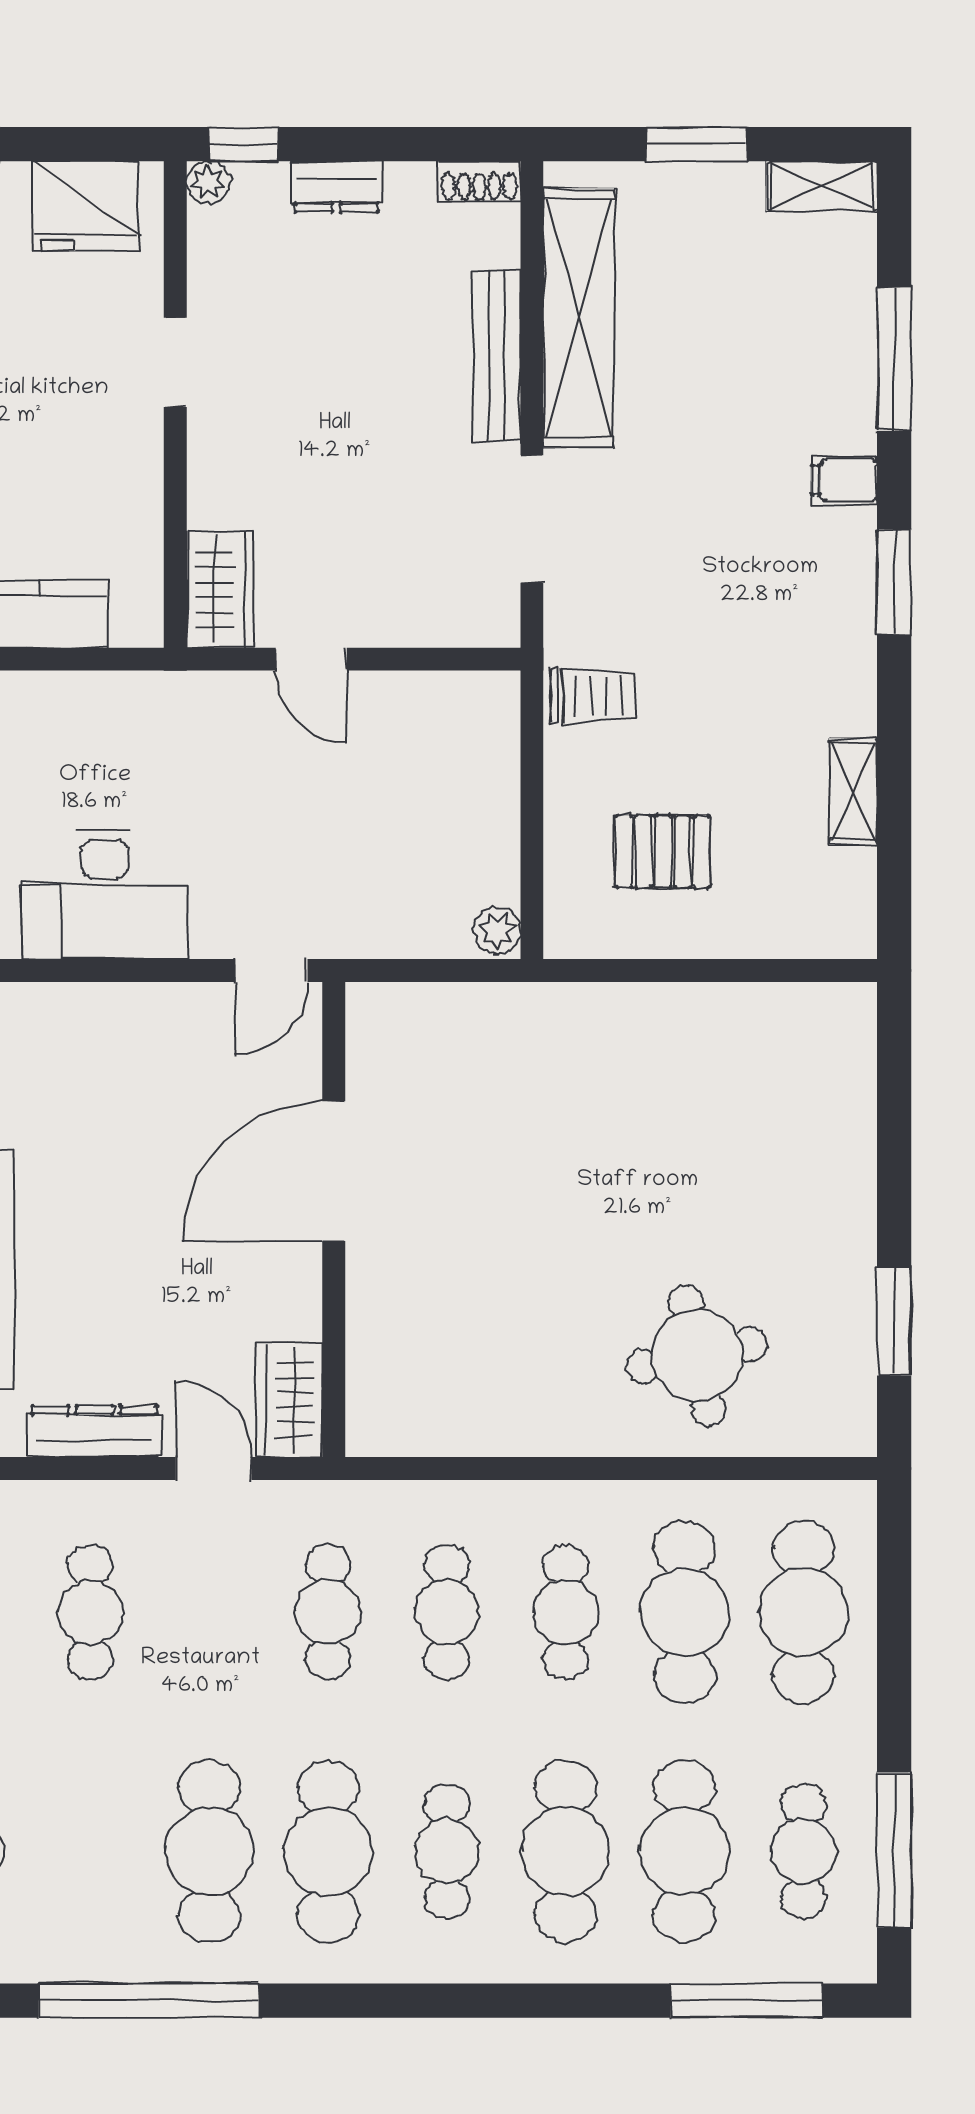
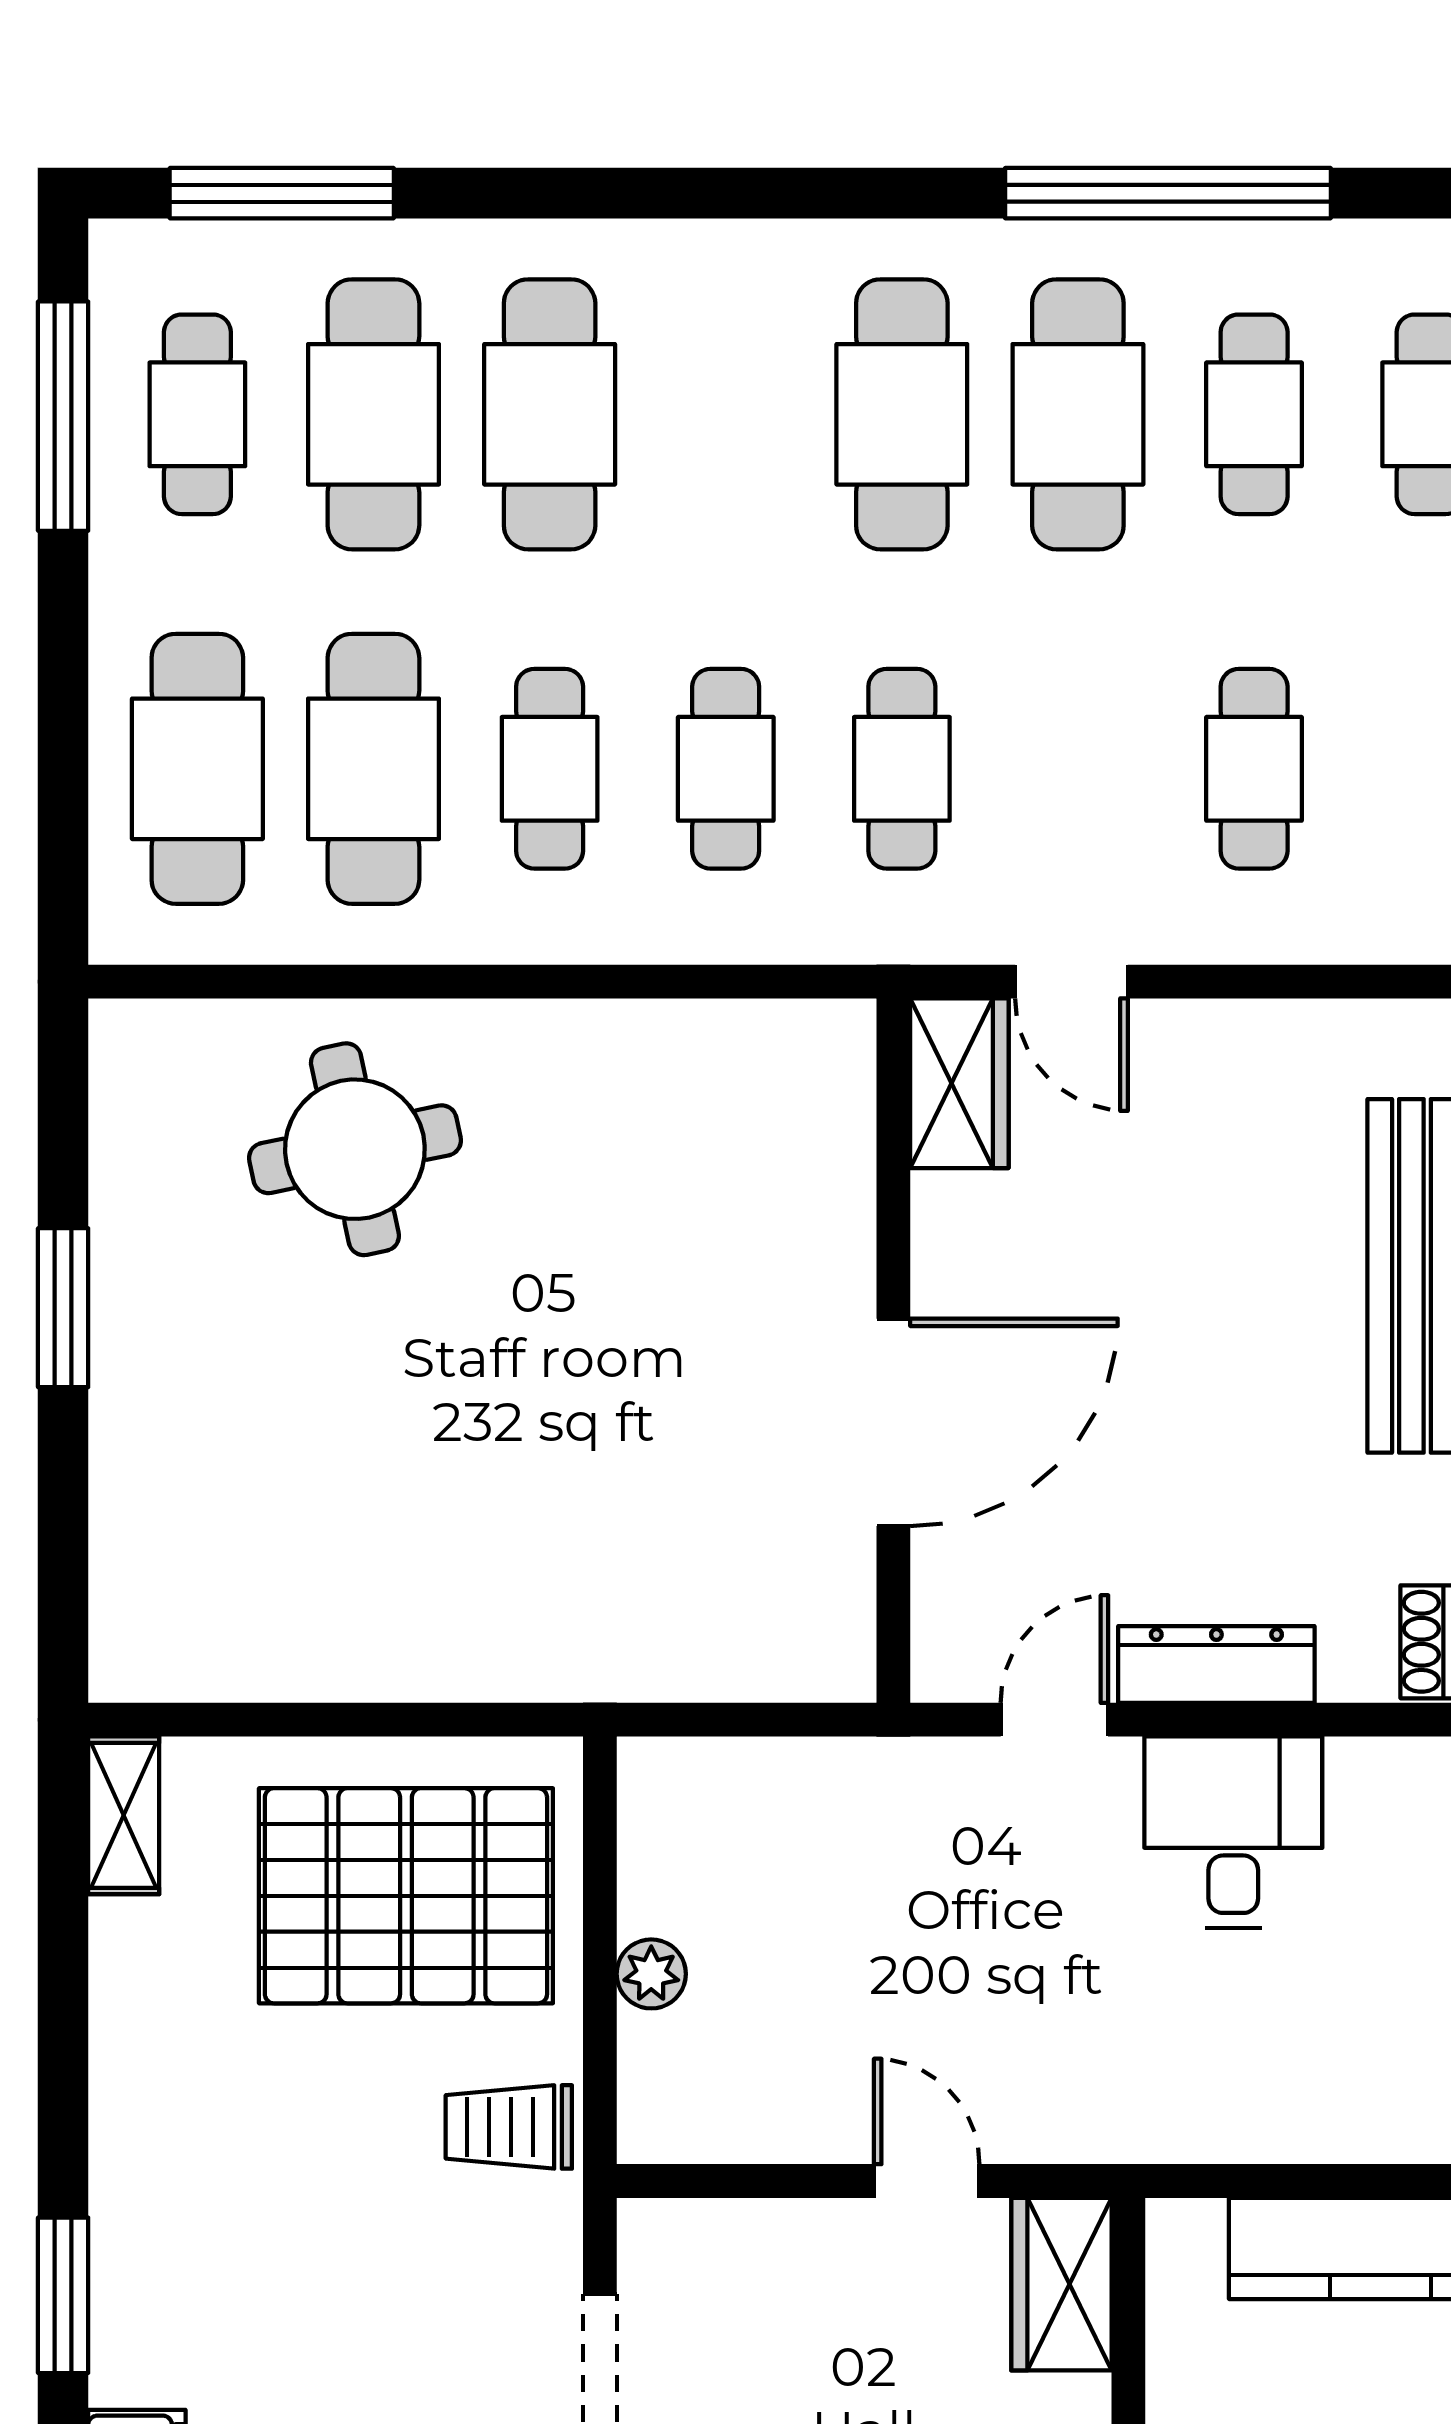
shelving: (853, 792) -> (124, 1815), moved
pallet: (663, 852) -> (406, 1896), width x2.05, depth x2.00
desk: (104, 894) -> (1233, 1832), width x0.73
plant: (497, 930) -> (651, 1974), moved
door: (271, 970) -> (1054, 1720), moved
window: (894, 1322) -> (63, 1308), moved
dresser: (94, 1431) -> (1216, 1665), moved, turned 180
cafe table: (447, 1851) -> (1254, 414), moved

